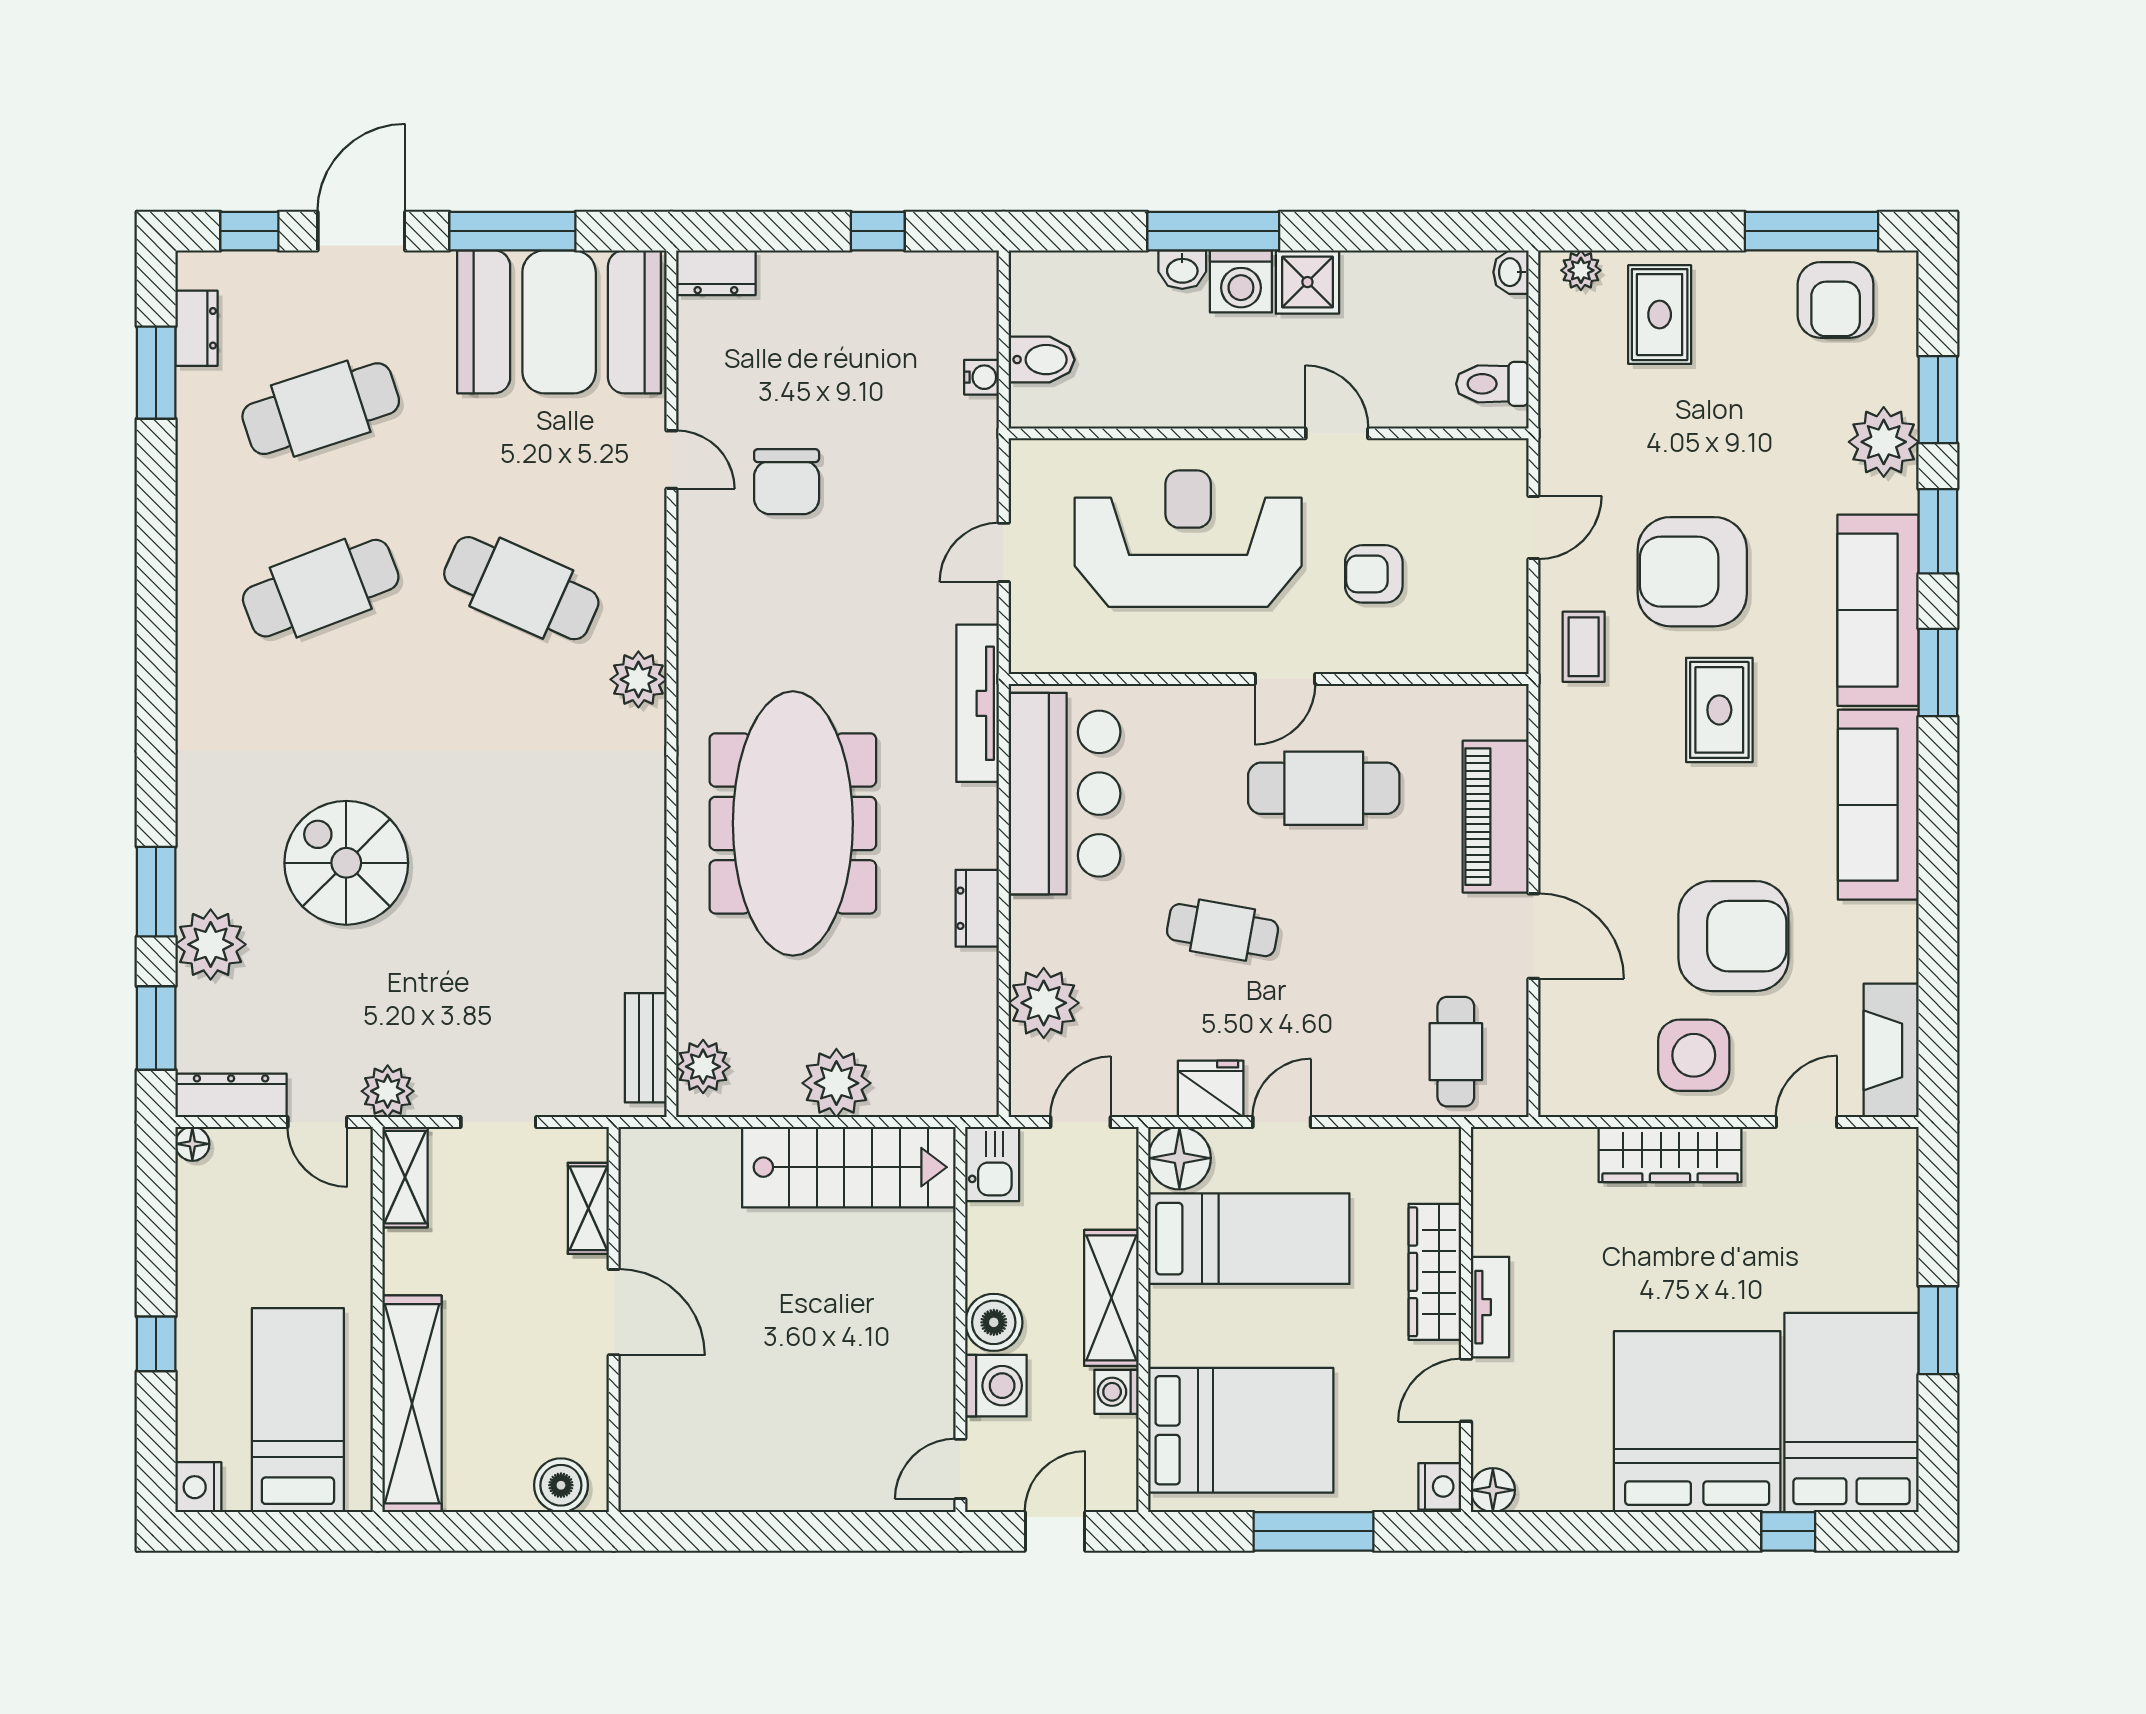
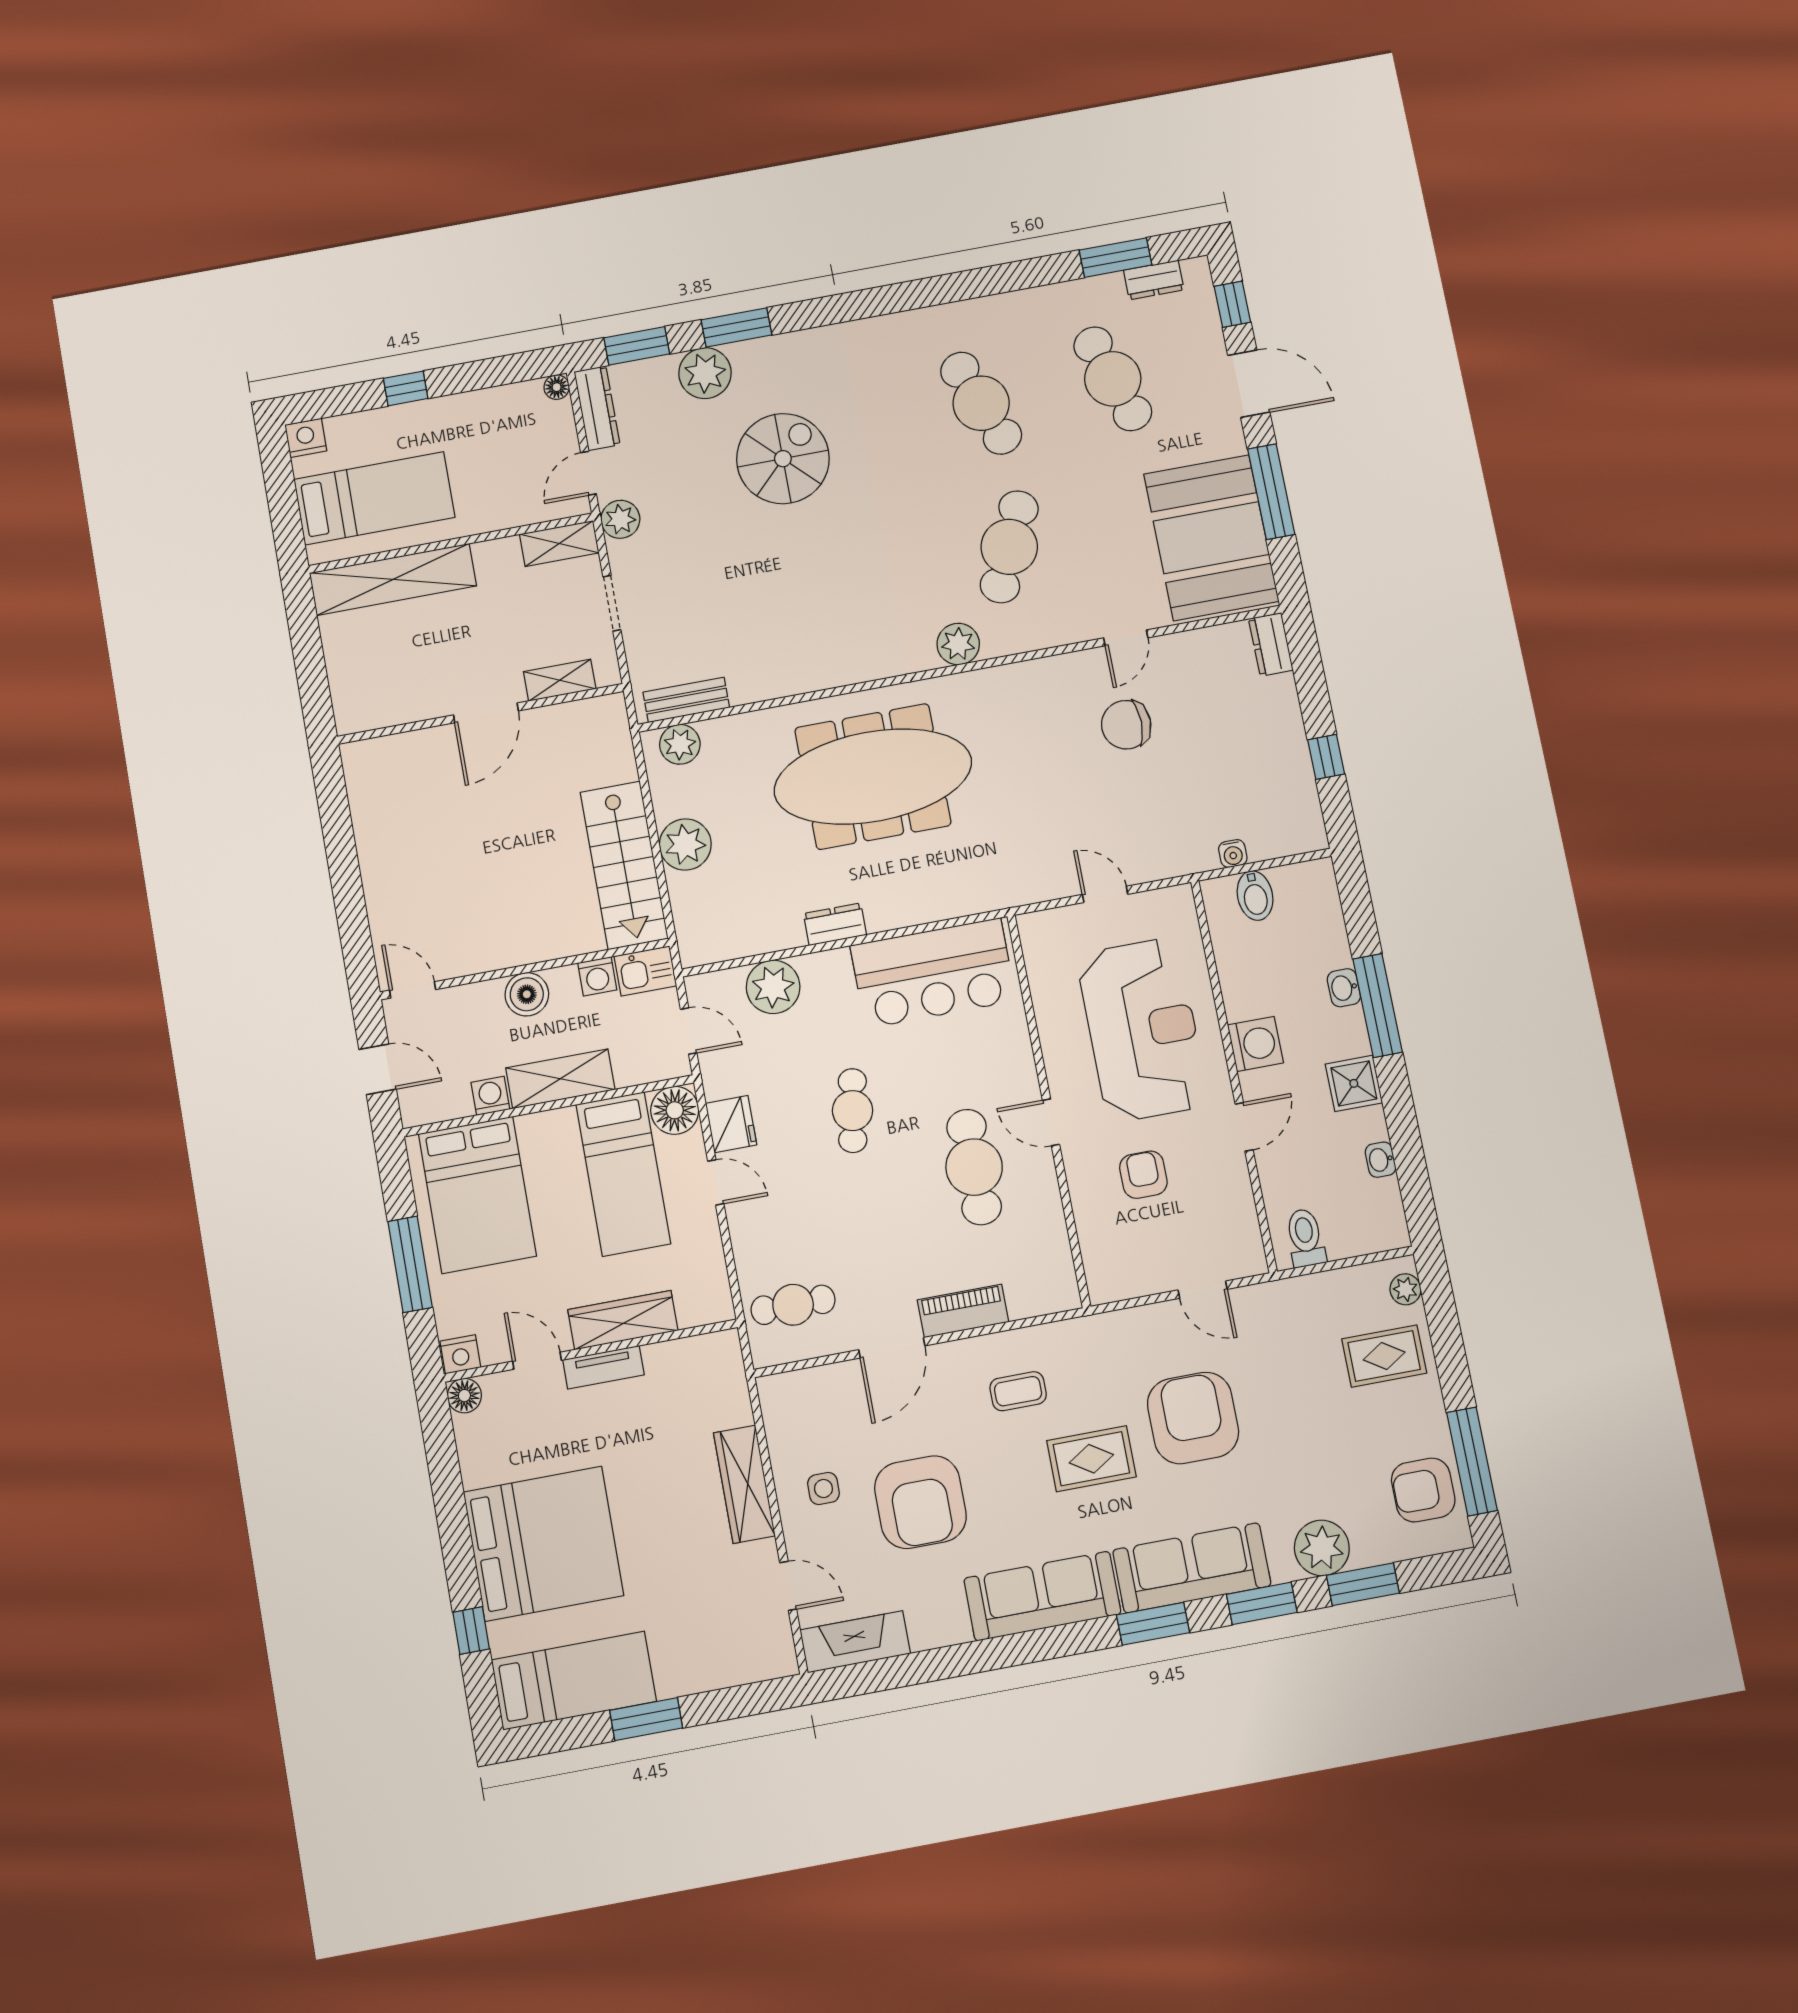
washbasin: (1511, 272) -> (1381, 1160), moved, turned -90
washing machine: (1241, 281) -> (1255, 1044), moved, turned 180
coffee table: (1584, 647) -> (1018, 1391), moved
tv unit: (978, 703) -> (988, 896), removed
piano: (1496, 817) -> (963, 1311), width x0.73, depth x0.75
side table: (1694, 1055) -> (823, 1489), width x0.54, depth x0.54
washing machine: (996, 1386) -> (597, 976), moved, width x0.73, depth x0.73
bed: (1851, 1413) -> (574, 1681), width x0.67
boiler: (561, 1485) -> (351, 698), removed

